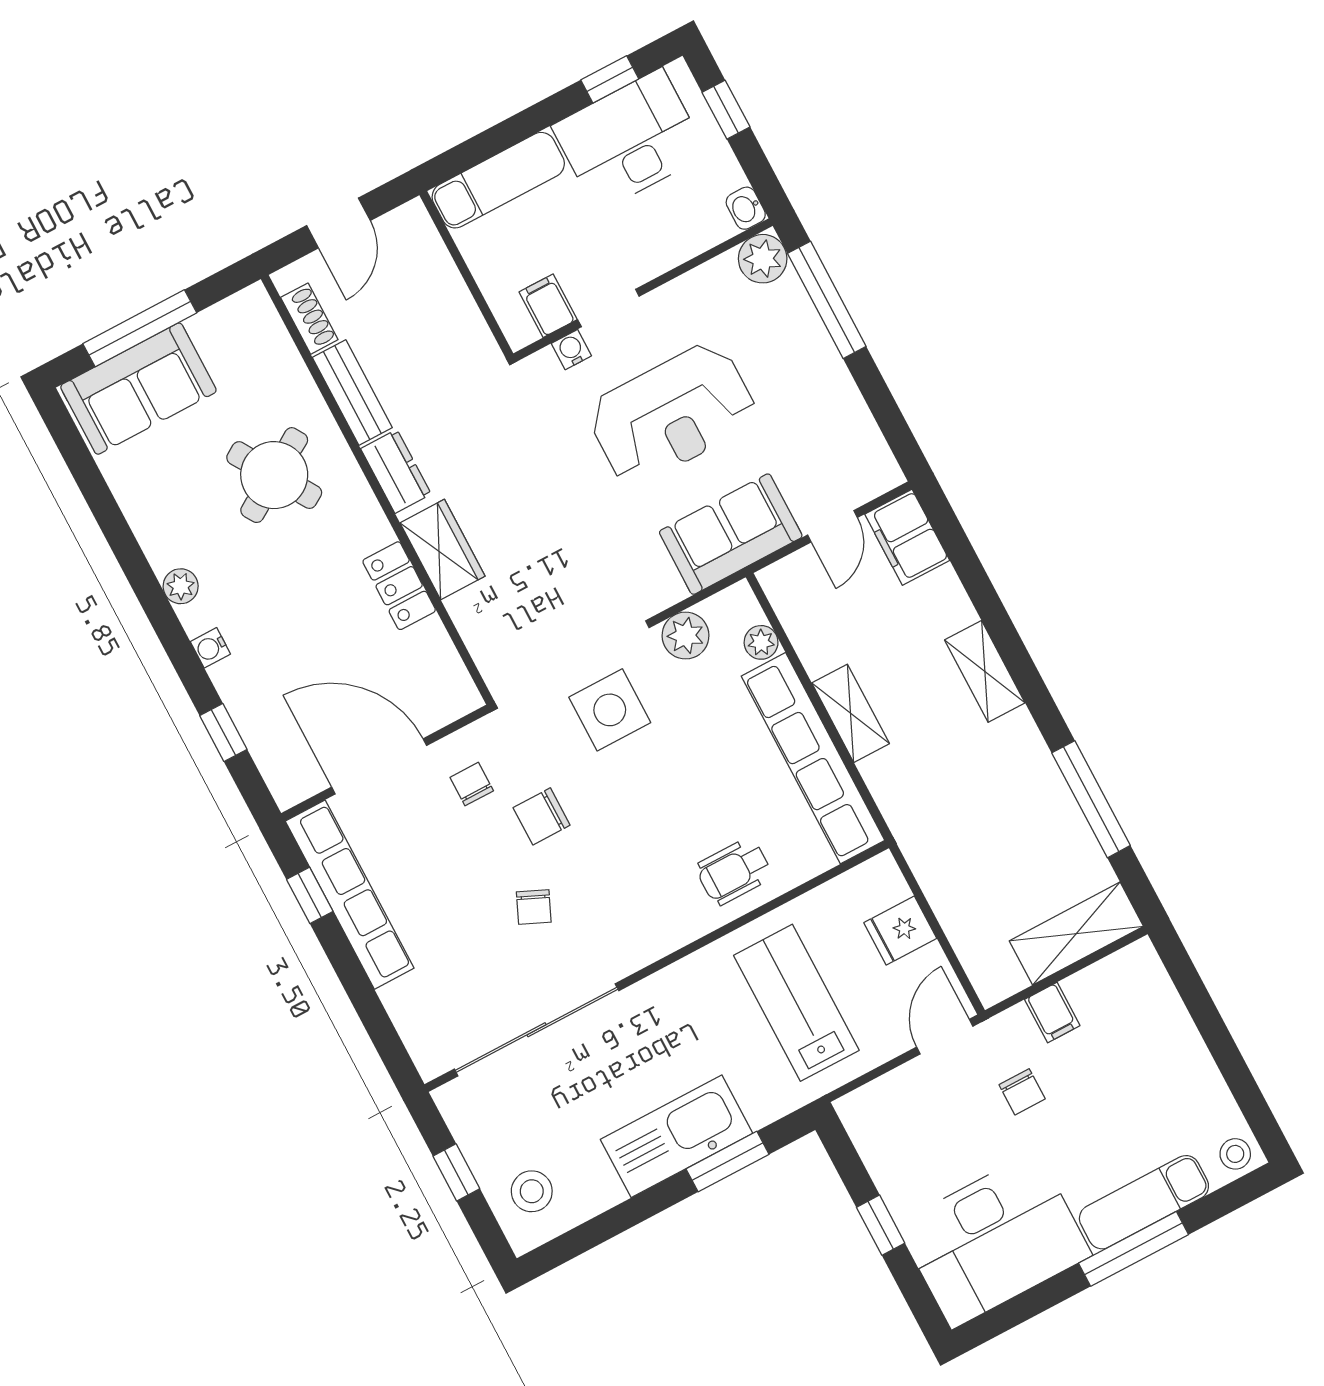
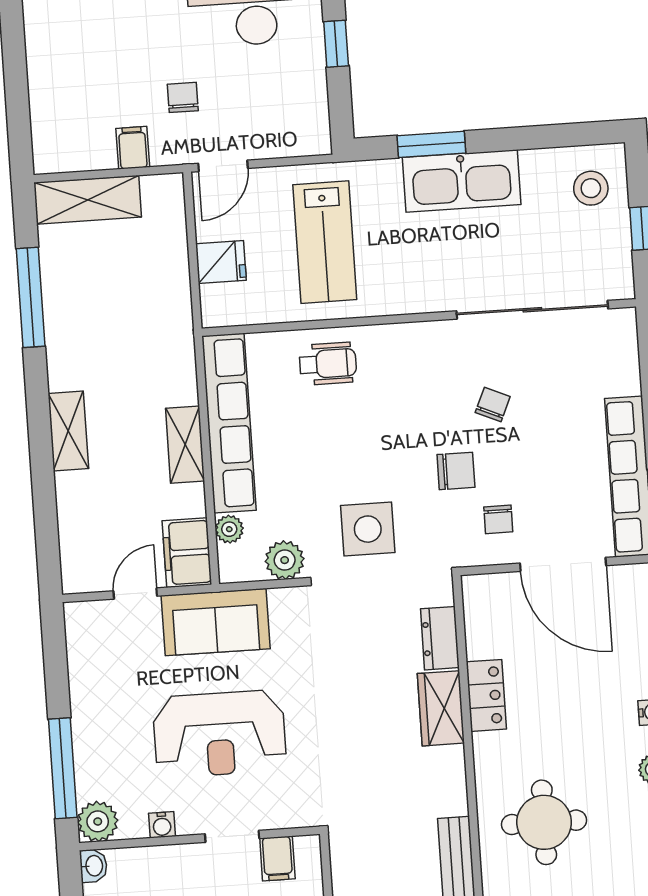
water cooler: (571, 350) -> (162, 825), moved
reception desk: (672, 414) -> (220, 734), turned 180
dresser: (396, 471) -> (440, 638), moved
round table: (274, 475) -> (544, 822), turned 32
filing cabinet: (907, 537) -> (187, 553), moved, turned 180

